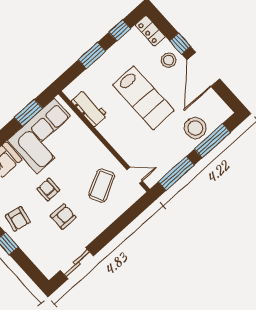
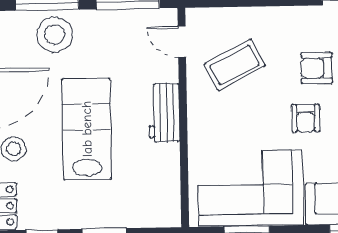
workbench: (89, 108) -> (164, 113), moved

